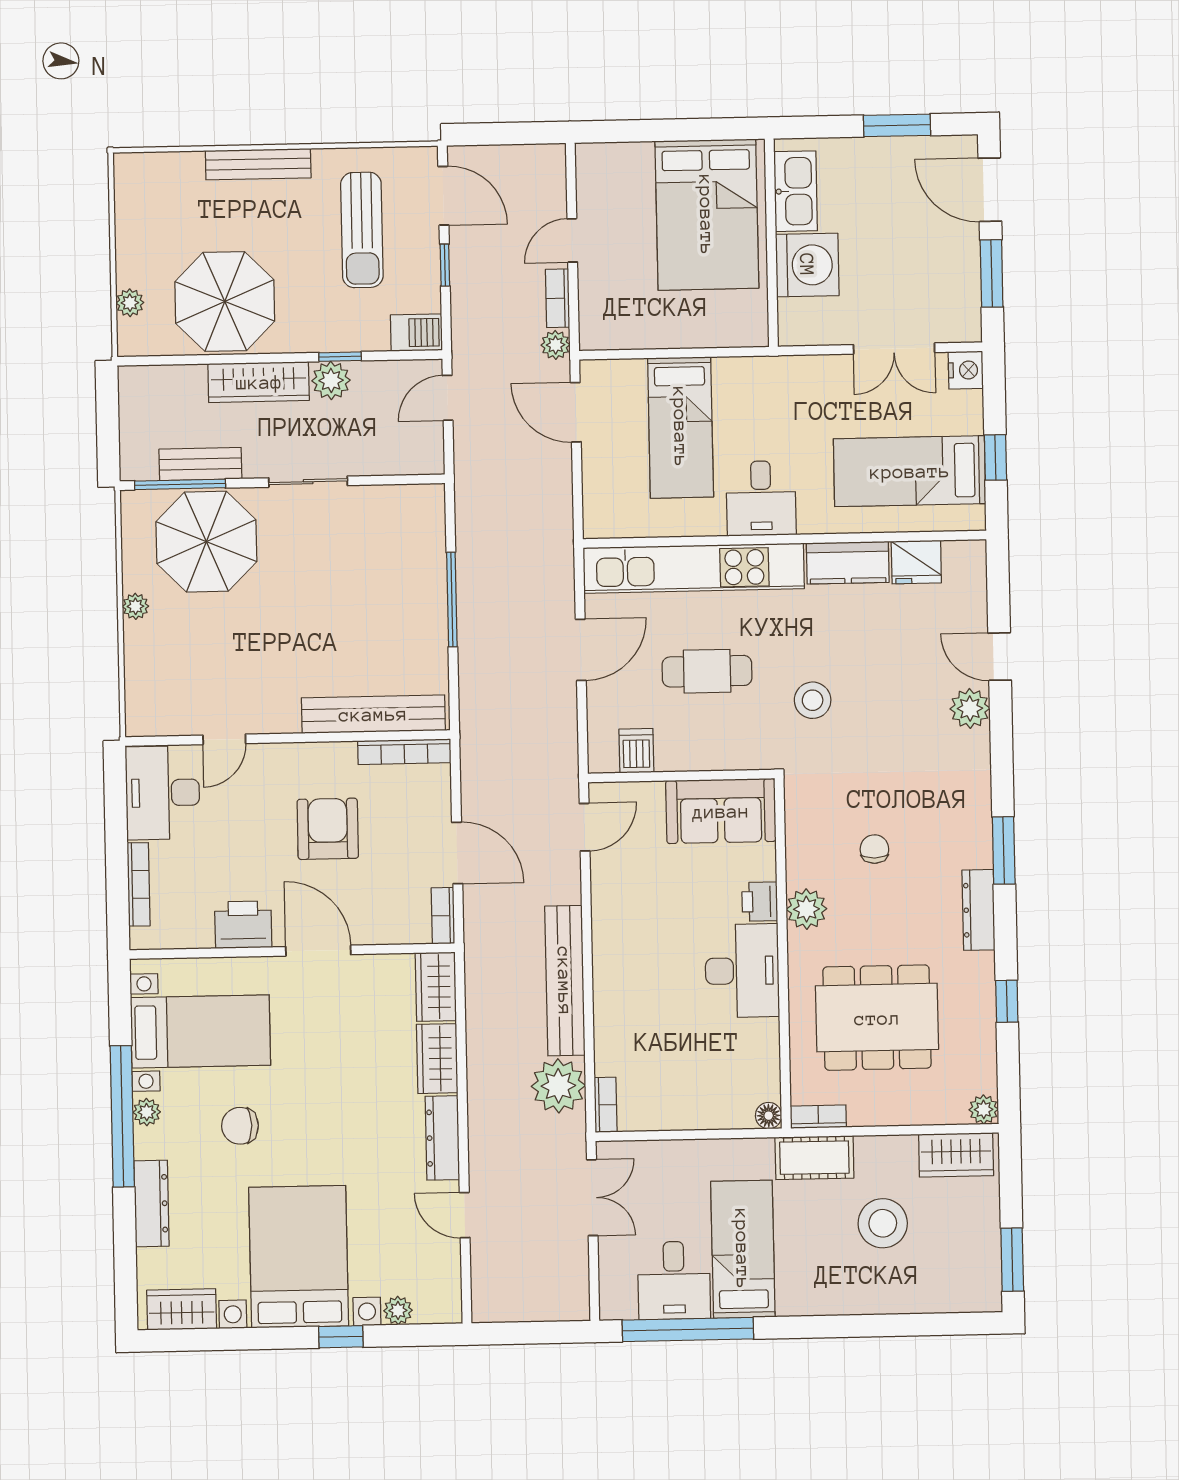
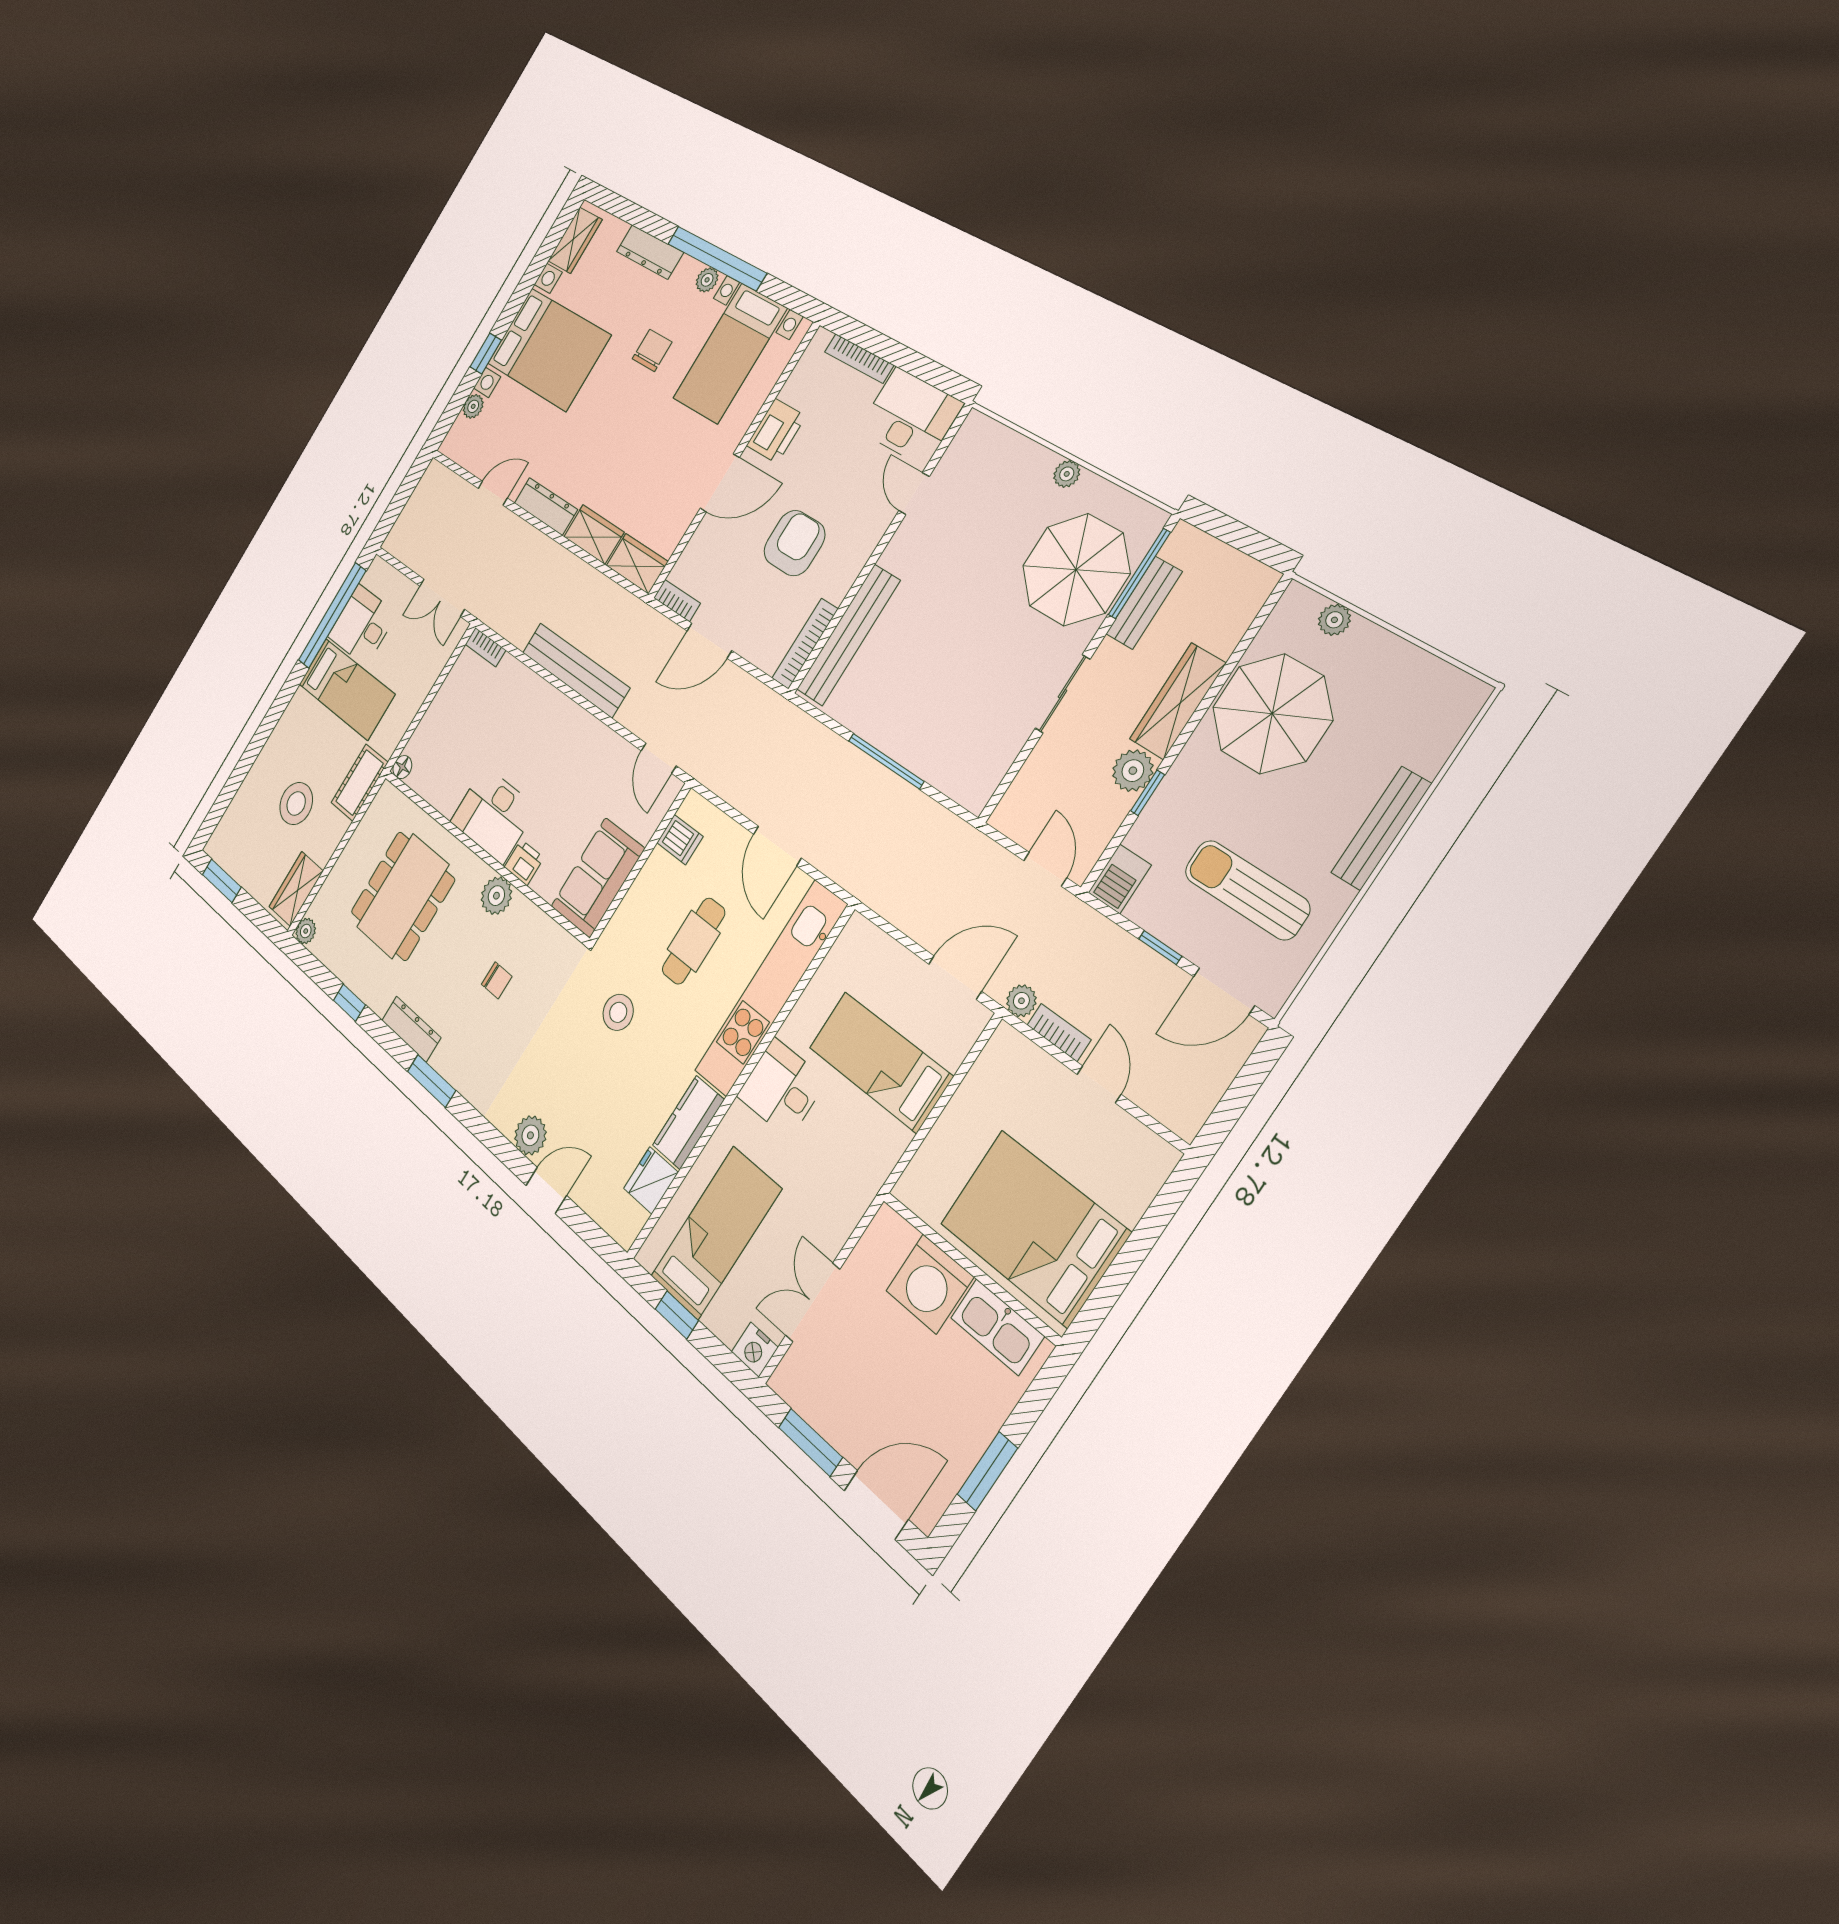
armchair: (328, 829) -> (794, 543), turned -90
plant: (558, 1086) -> (519, 619), removed
bookcase: (818, 1117) -> (379, 804), removed

